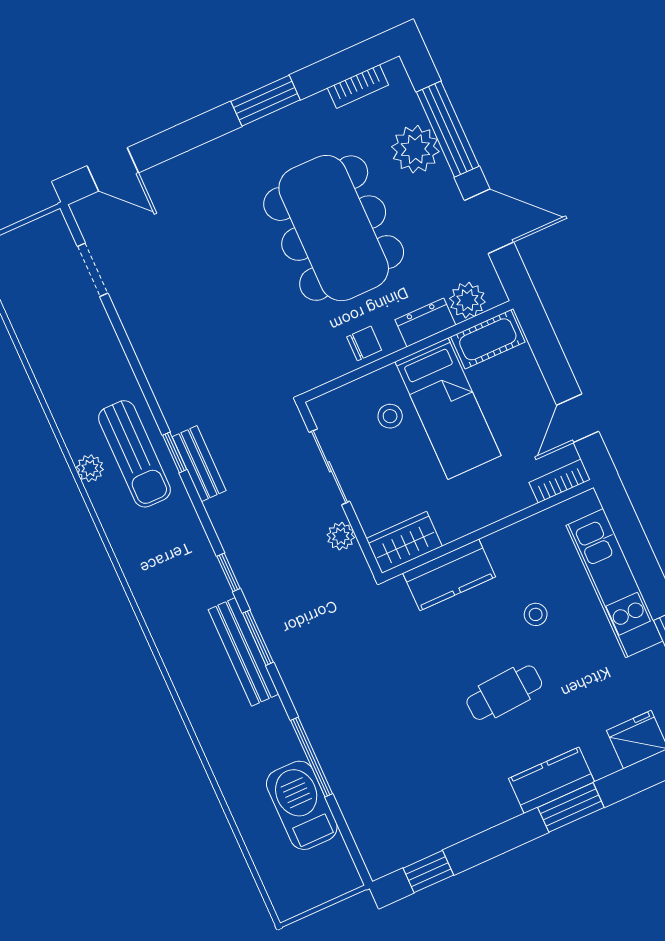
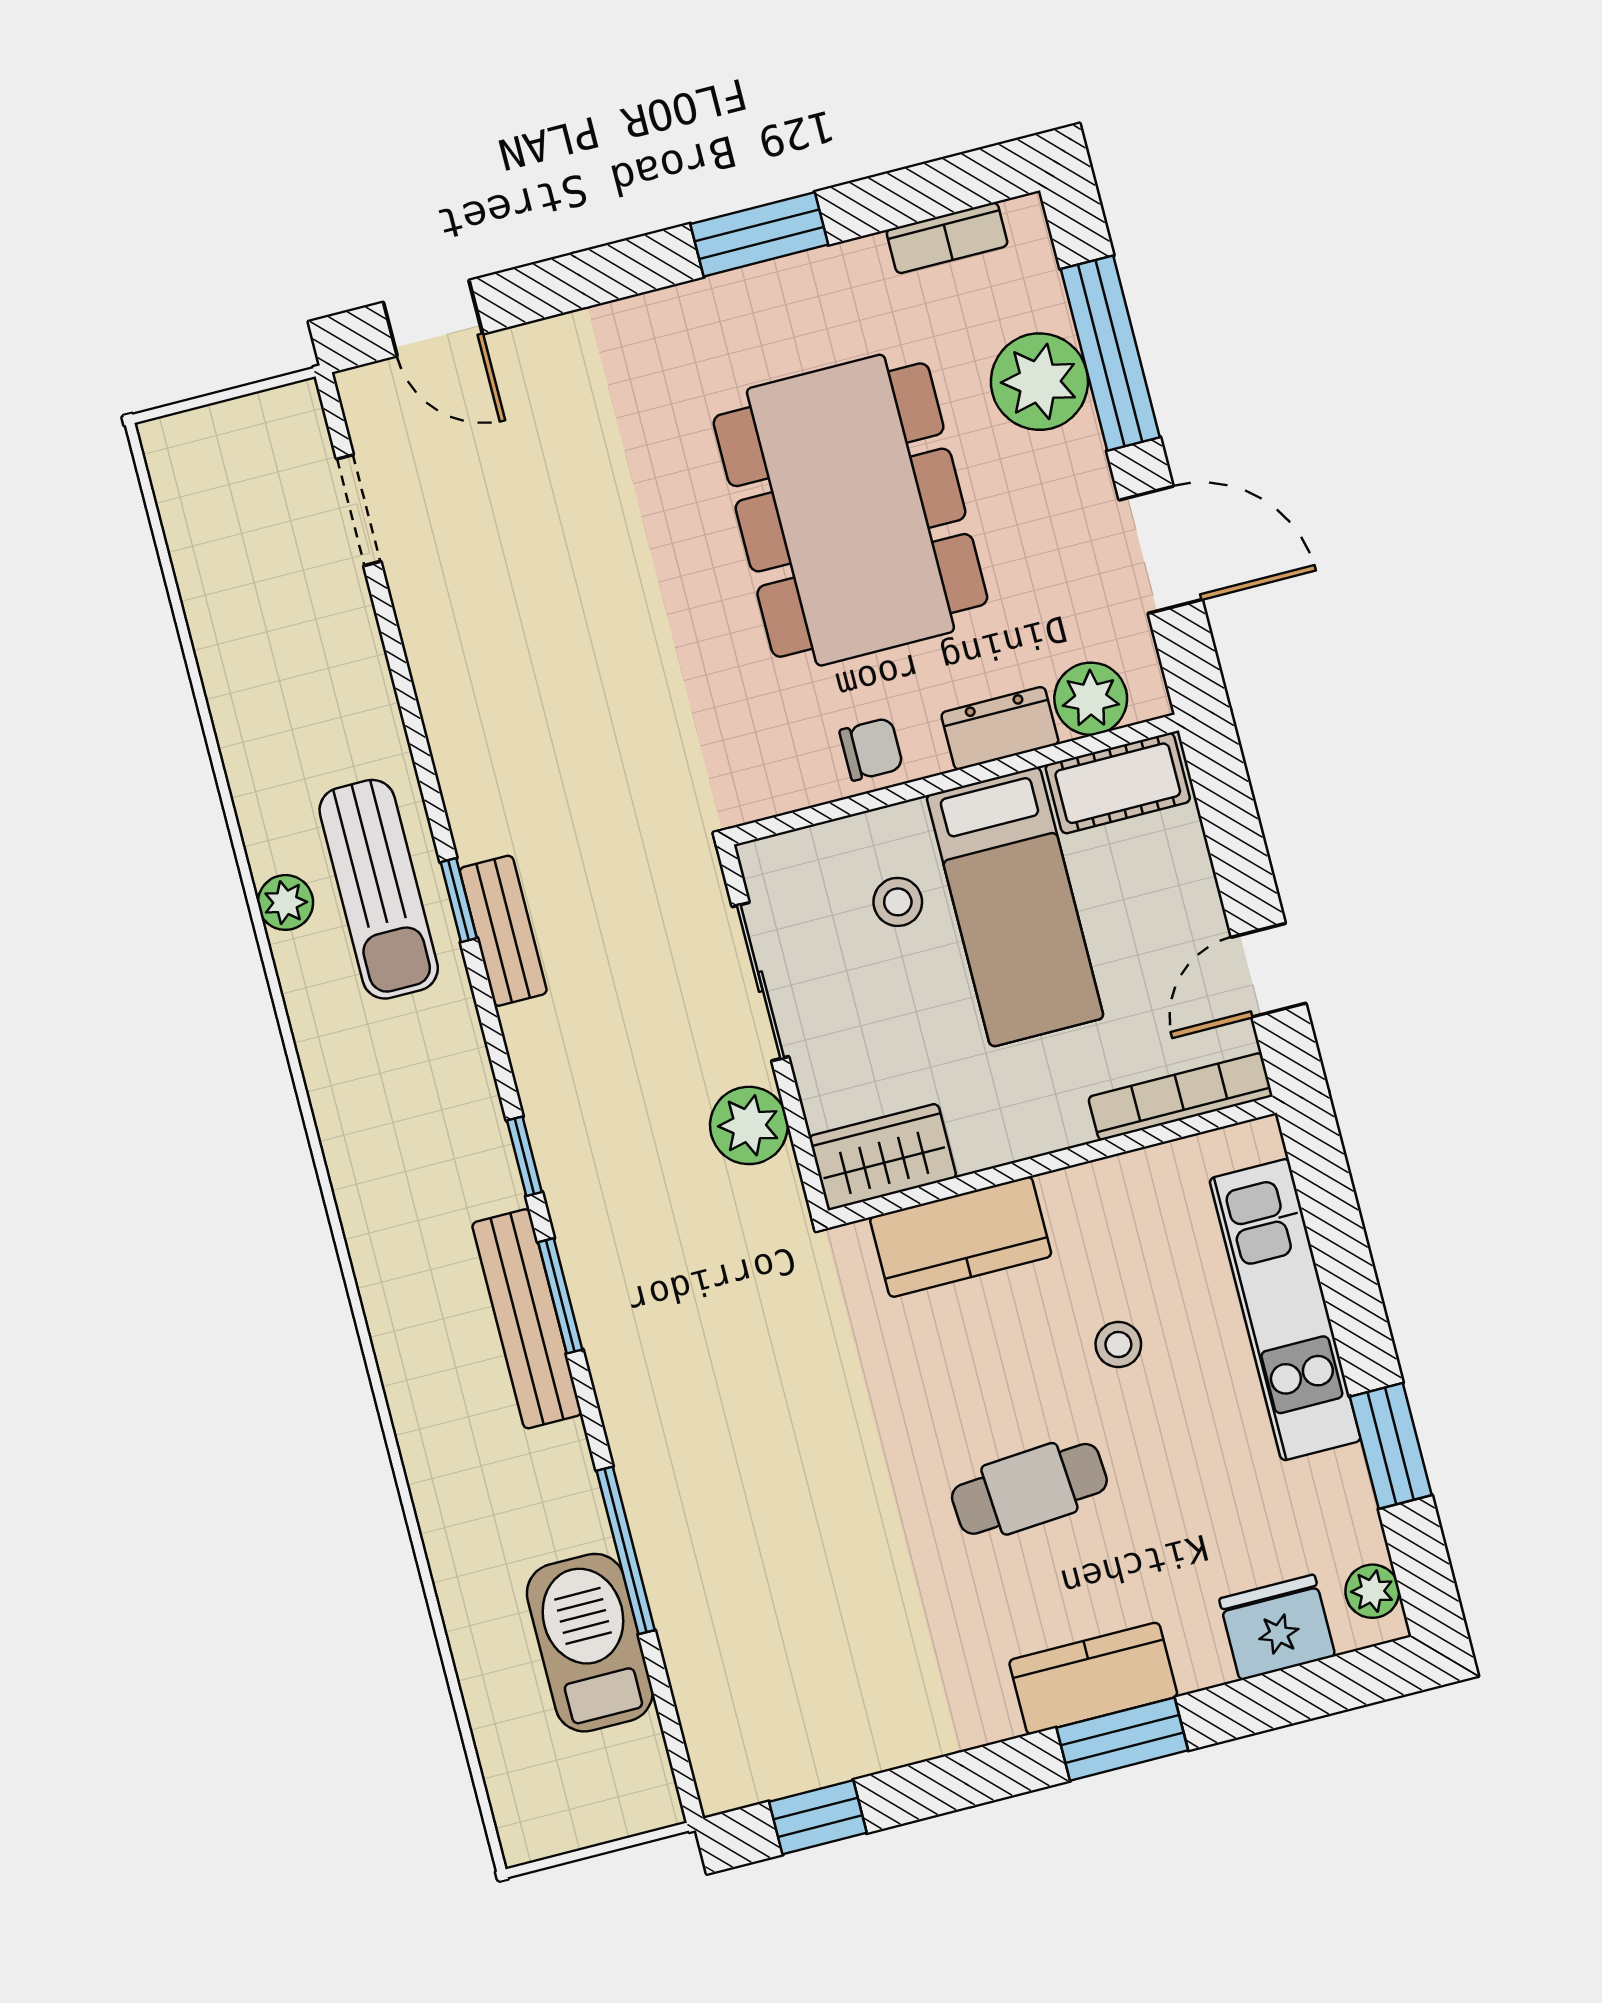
bookcase: (560, 481) -> (1180, 1097), width x1.56
plant: (341, 536) -> (749, 1125), width x1.38, depth x1.38

